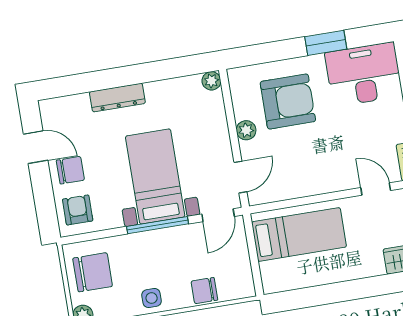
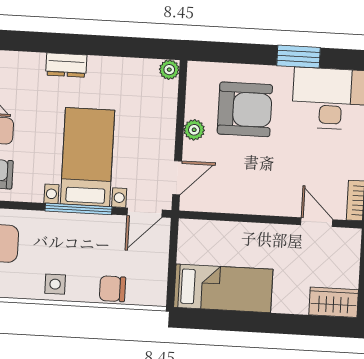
dresser: (117, 98) -> (66, 65), width x0.70
bed: (299, 234) -> (223, 288), moved

